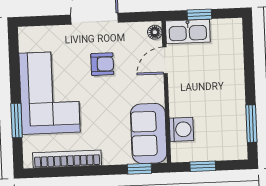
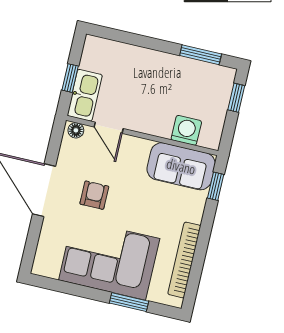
window: (203, 166) -> (236, 98), moved

